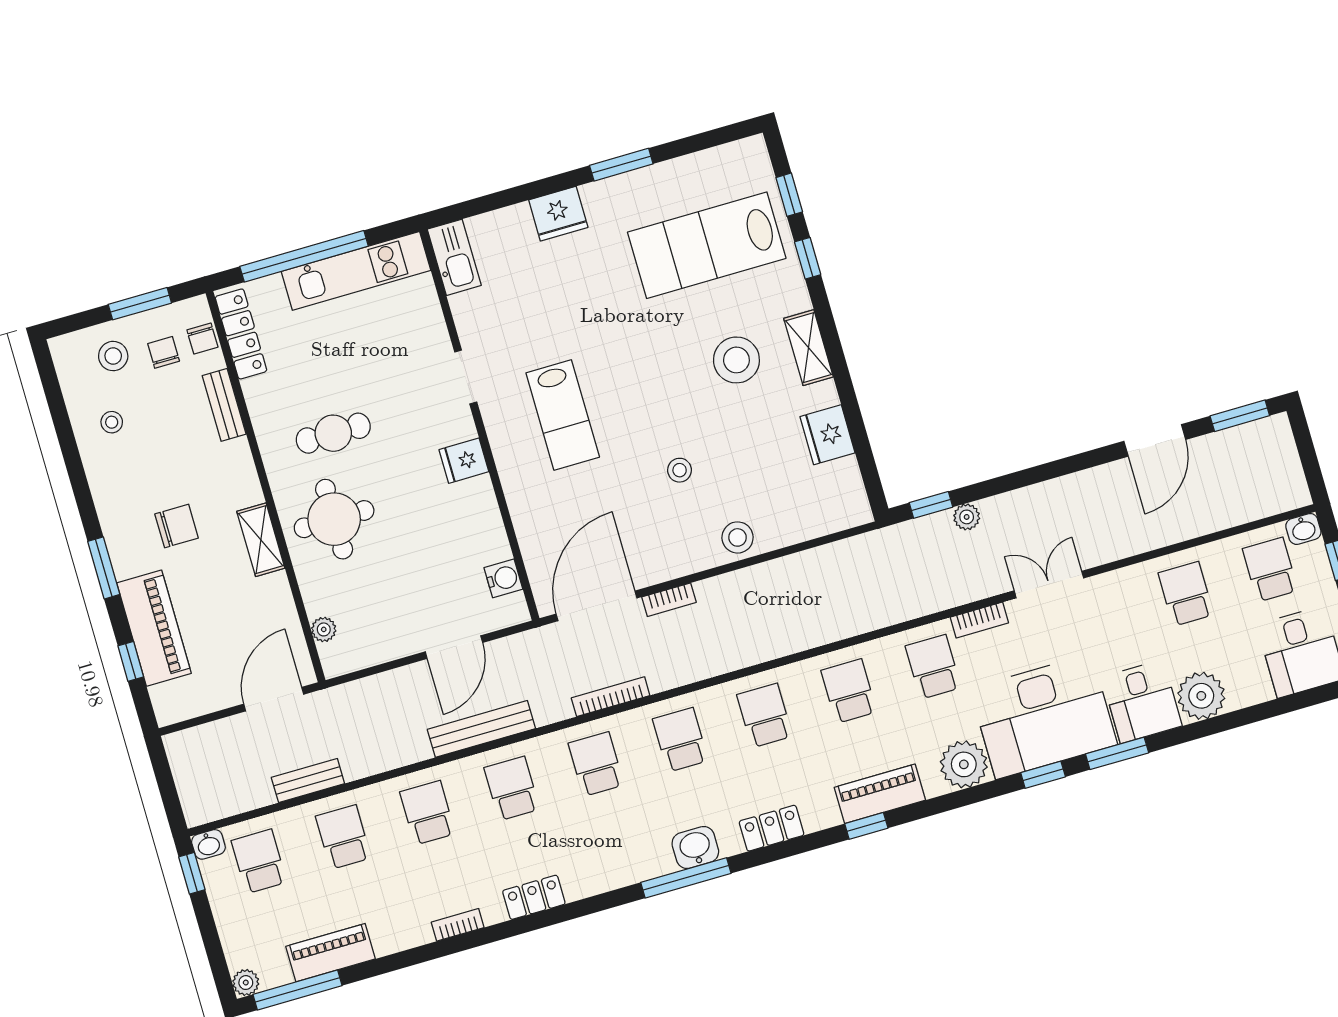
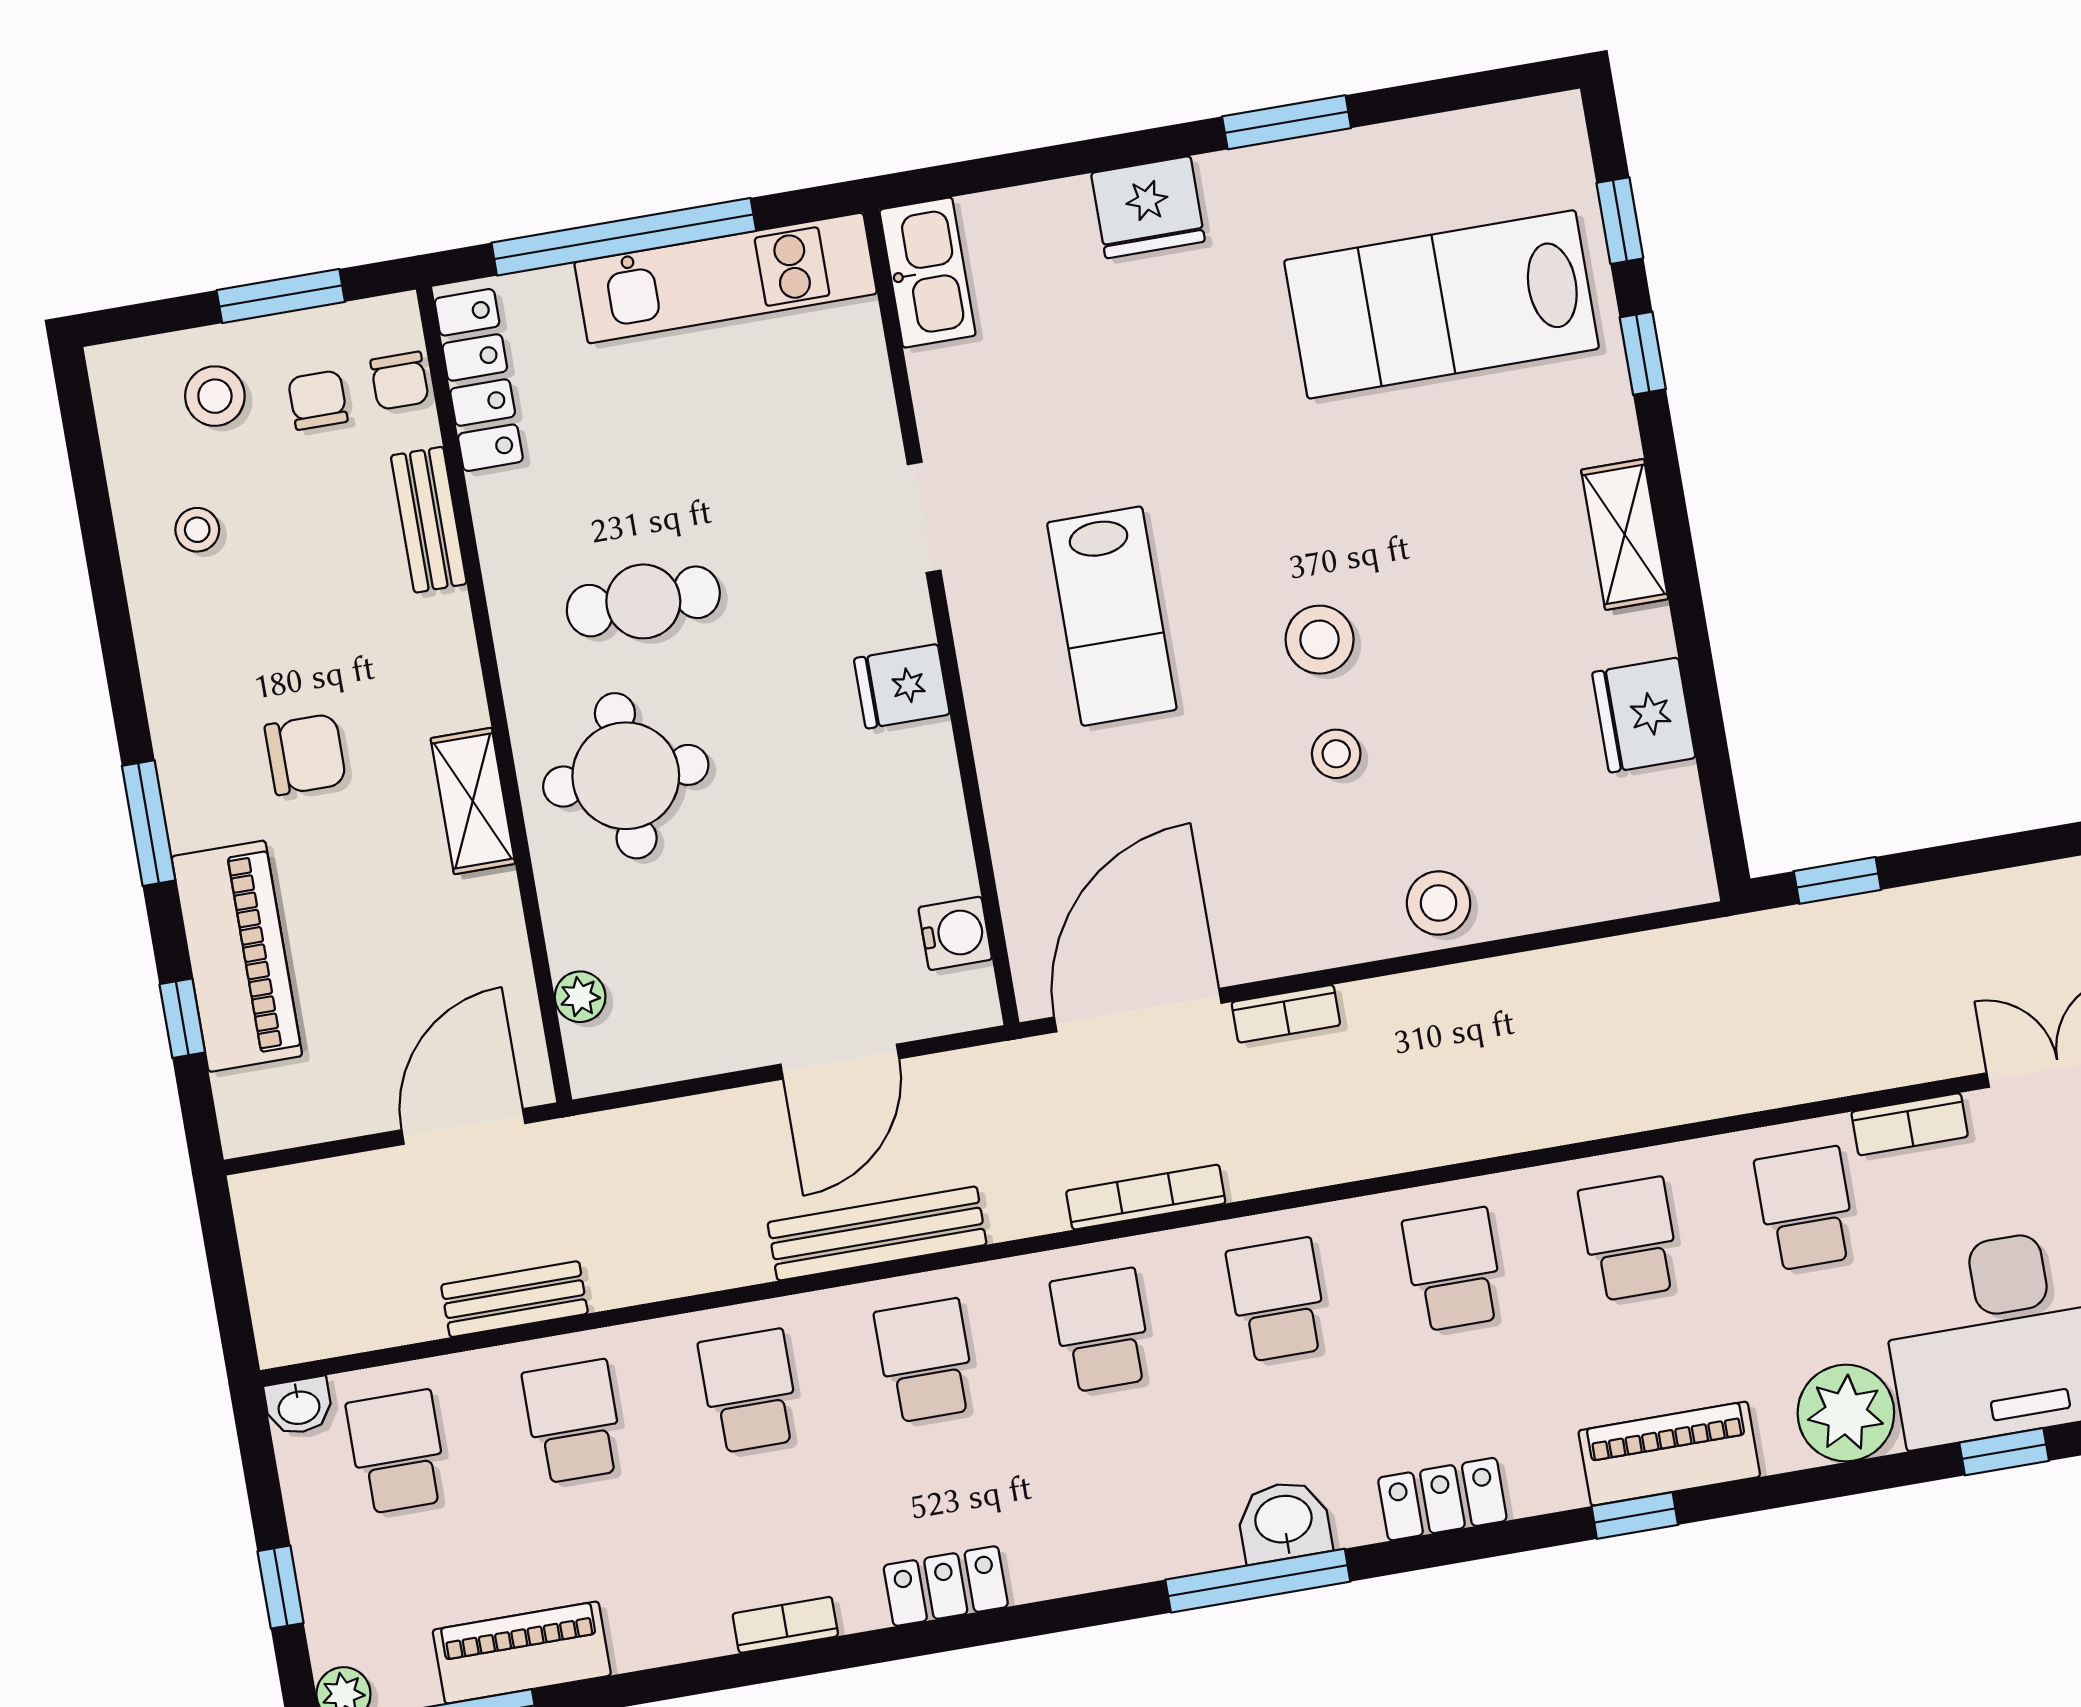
stool: (736, 360) -> (1320, 640), moved, width x0.73, depth x0.73
plant: (967, 517) -> (1907, 913), removed
window: (192, 873) -> (281, 1587), moved

